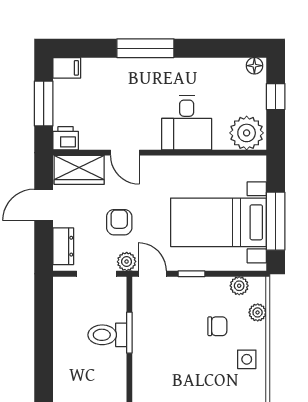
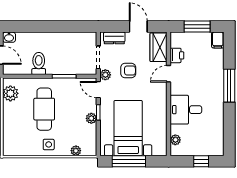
floor lamp: (254, 66) -> (219, 149), removed
plant: (247, 133) -> (175, 140), width x0.53, depth x0.53
printer: (66, 138) -> (177, 55), moved
door: (152, 274) -> (98, 90), swing flipped
plant: (239, 286) -> (91, 118), moved
chair: (217, 326) -> (68, 127), removed
toilet: (107, 335) -> (39, 64), moved
cafe table: (186, 367) -> (44, 109), added

